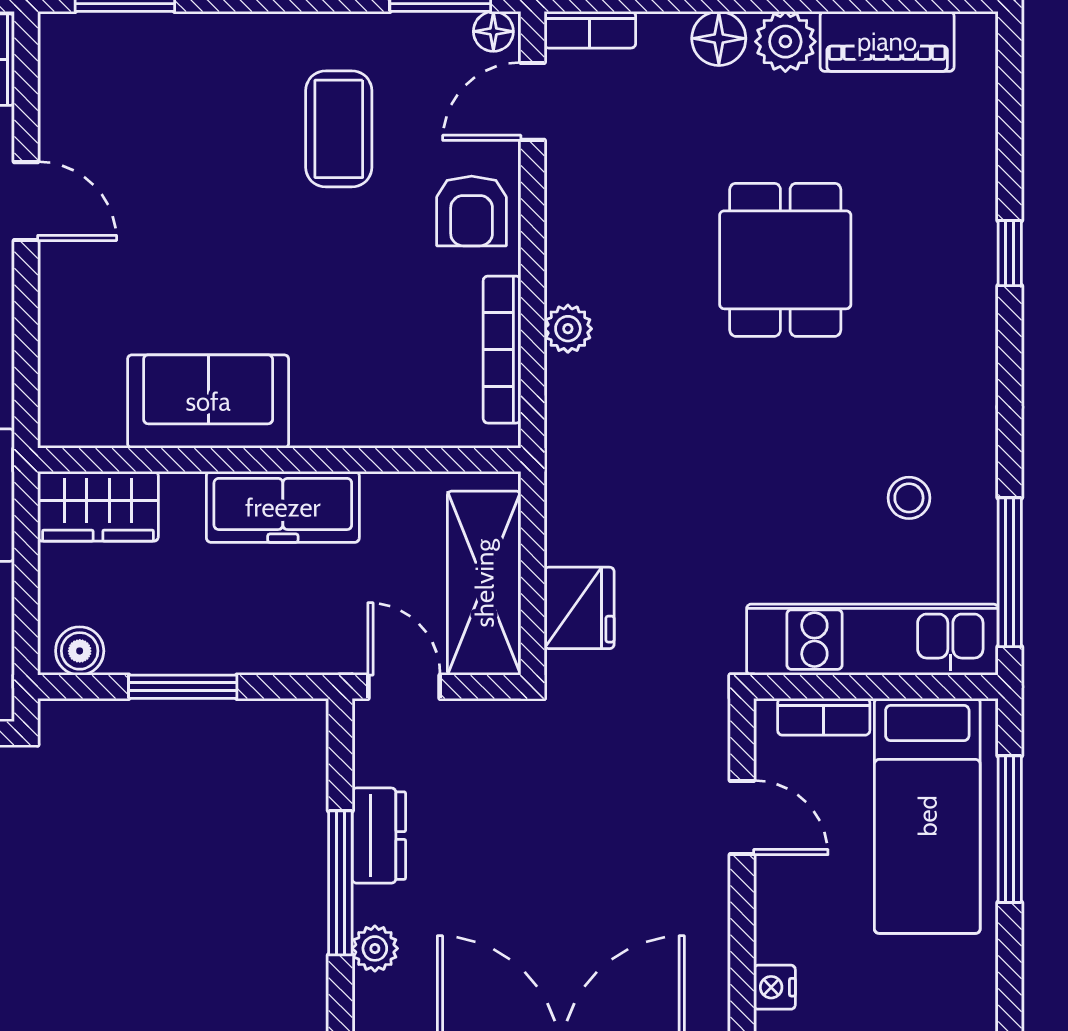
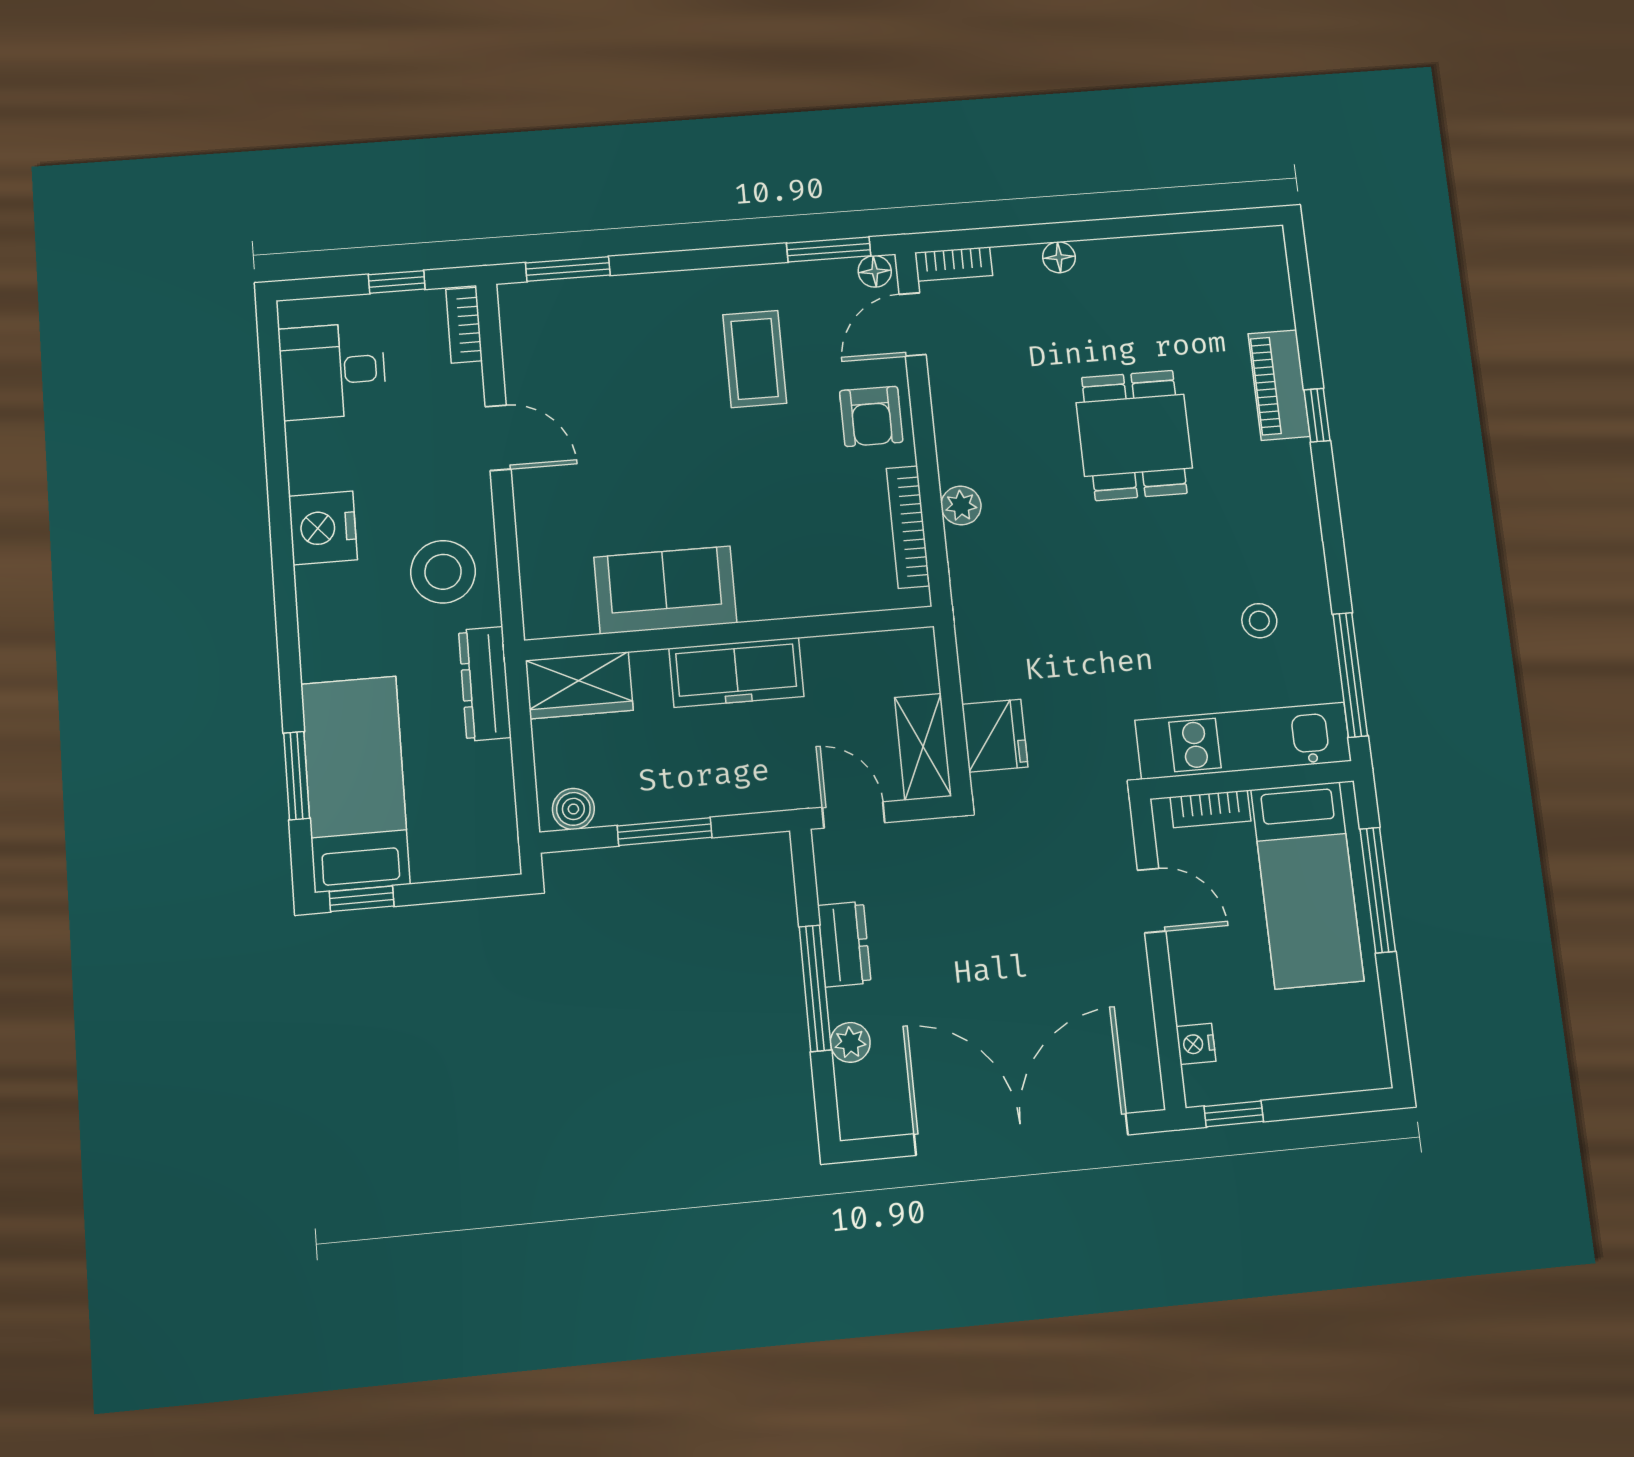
floor lamp: (719, 38) -> (1059, 257), width x0.73, depth x0.73
piano: (887, 41) -> (1279, 385), moved, turned 90
plant: (785, 42) -> (1114, 261), removed
shelving: (484, 583) -> (923, 747), width x0.67, depth x0.75

